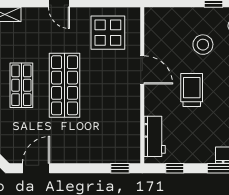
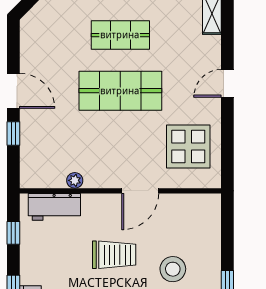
plant: (134, 121) -> (75, 180), added
door: (36, 168) -> (13, 91), moved
window: (120, 168) -> (13, 133), moved

